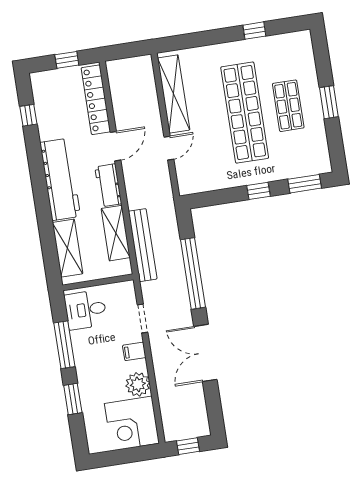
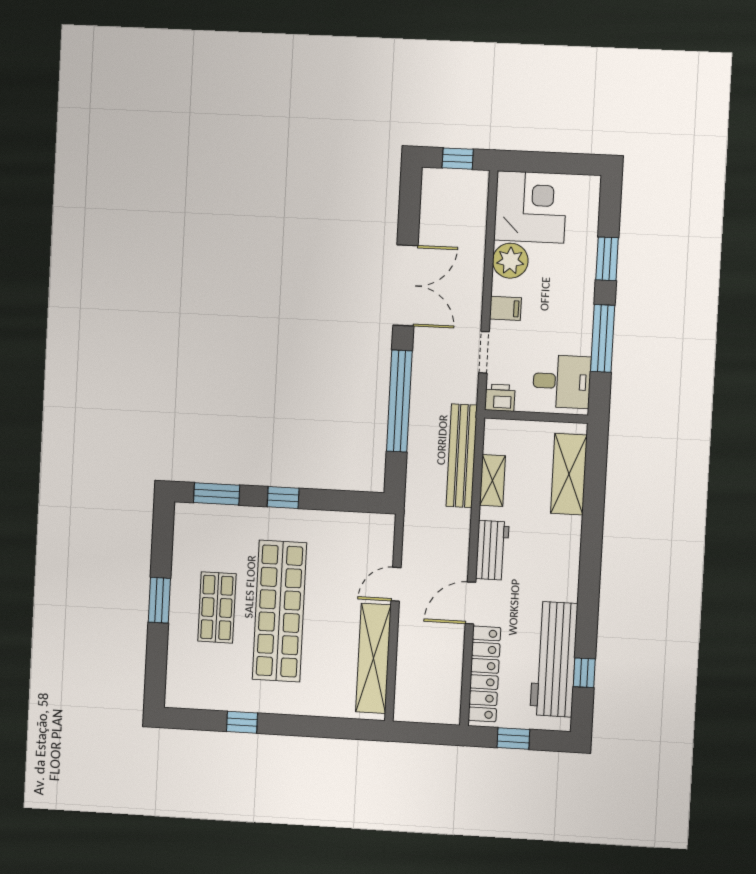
workbench: (60, 179) -> (554, 659), moved
shelving: (116, 233) -> (492, 481), width x0.67, depth x0.75
printer: (125, 290) -> (500, 398), added

